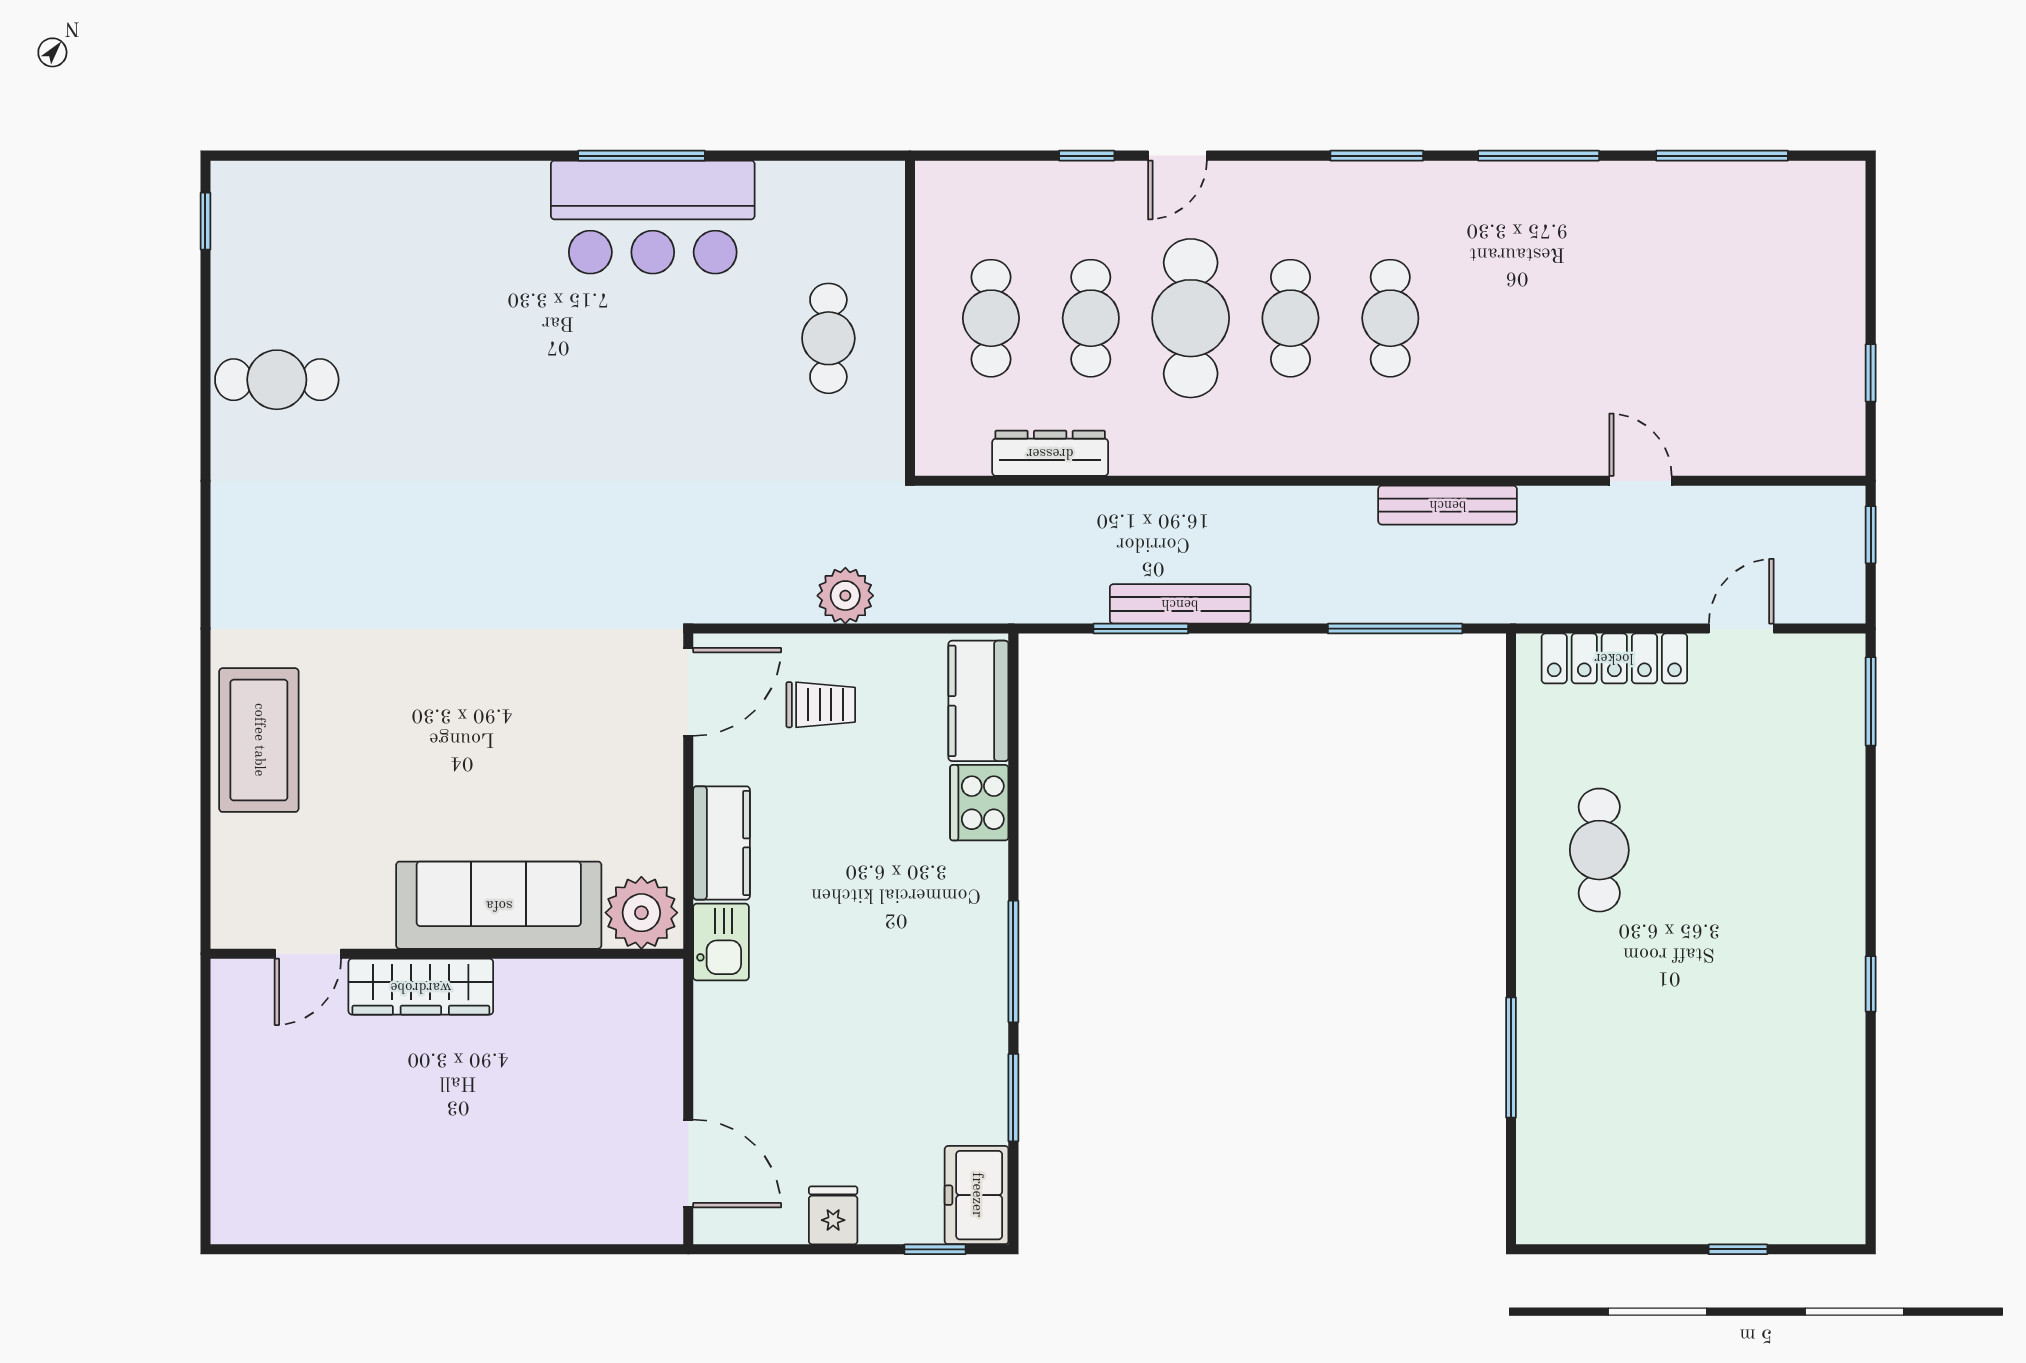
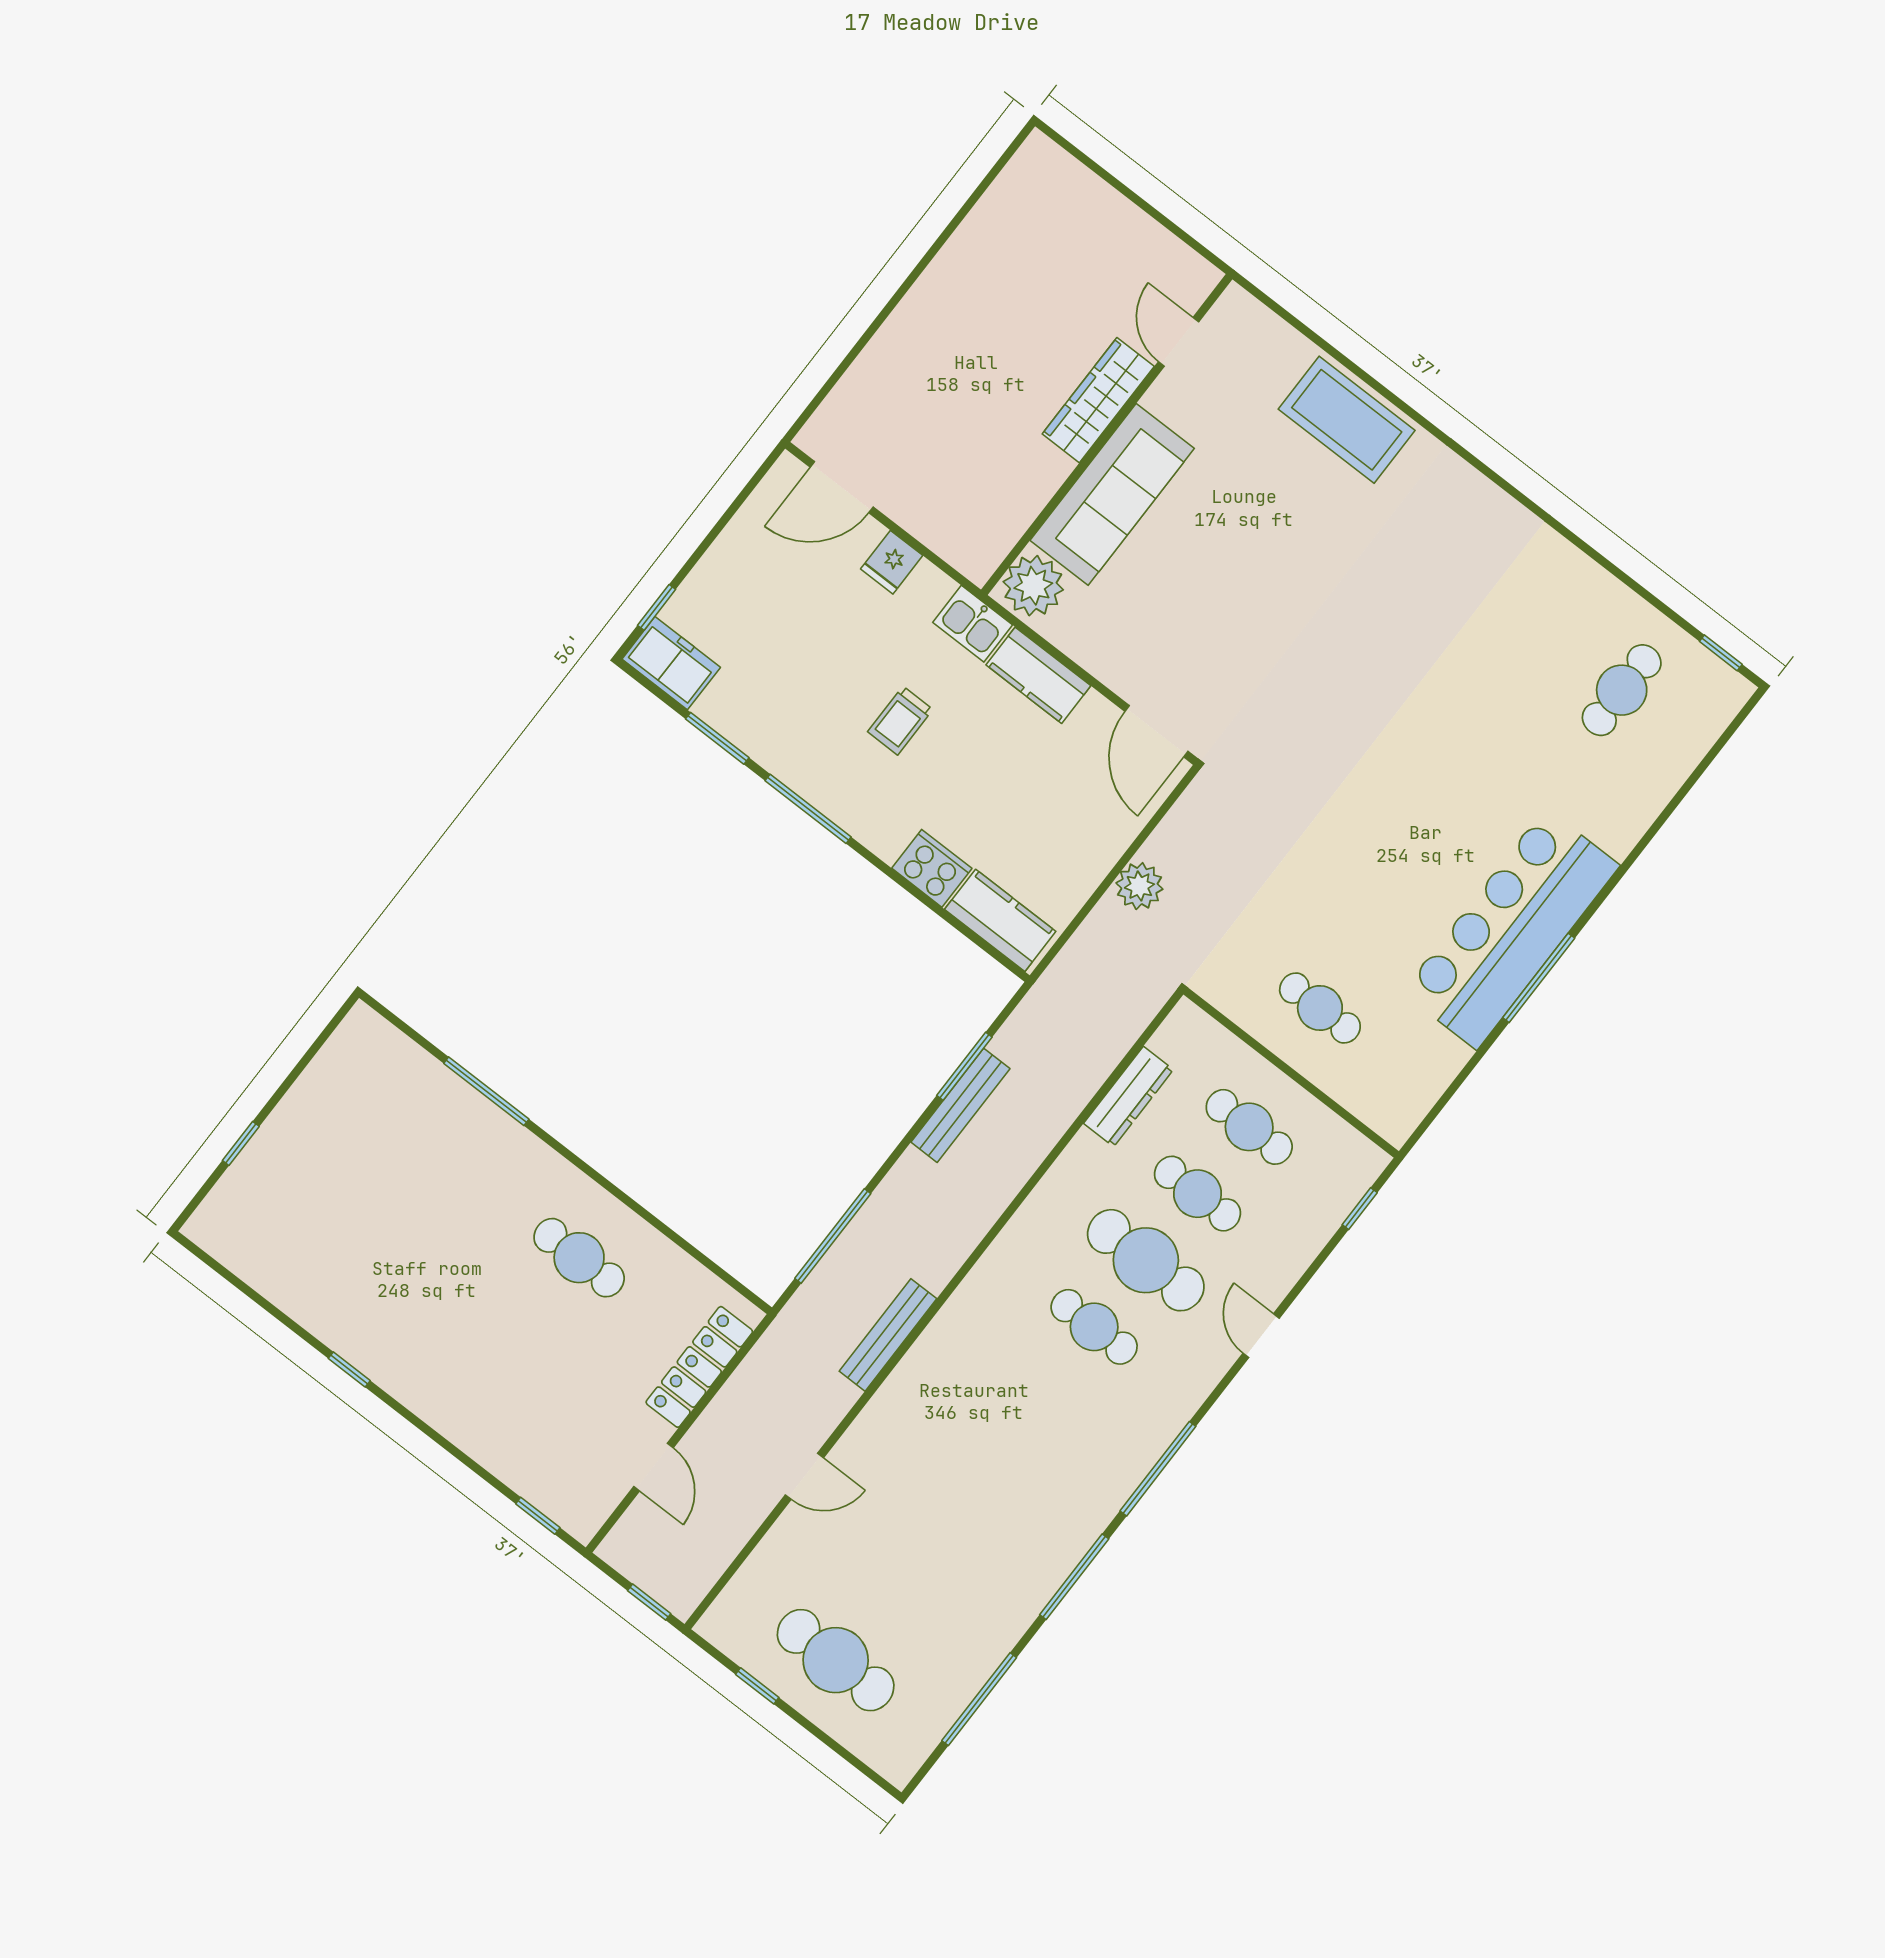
window: (1087, 156) -> (1360, 1209), moved
window: (1377, 156) -> (1158, 1469), width x1.44
bar counter: (653, 217) -> (1511, 929), width x1.36
cafe table: (1390, 318) -> (836, 1660), moved, width x1.37, depth x1.35
cafe table: (277, 380) -> (1622, 690), moved
window: (1871, 701) -> (538, 1516), width x0.67
trolley: (821, 705) -> (900, 721), moved
fridge: (833, 1215) -> (892, 562), moved, turned 90

